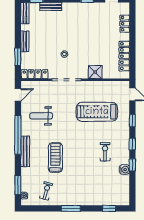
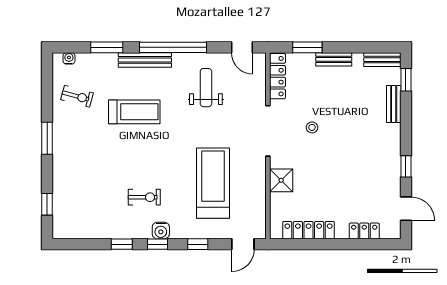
water cooler: (124, 170) -> (161, 230), moved
window: (18, 185) -> (107, 47), moved

